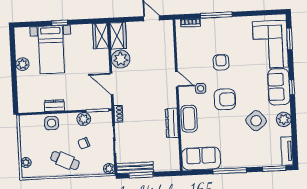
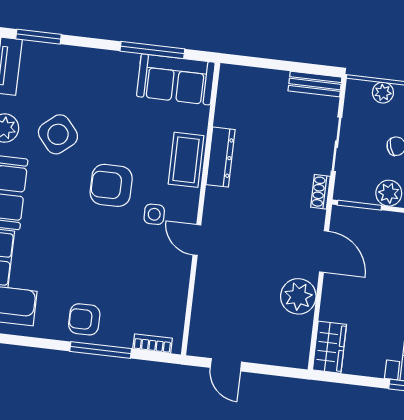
wardrobe: (118, 36) -> (296, 342), removed
armchair: (221, 62) -> (84, 319), moved, turned 90
bench: (135, 168) -> (315, 84), width x0.73
plant: (109, 169) -> (383, 93), moved
window: (230, 171) -> (152, 50), moved
window: (141, 175) -> (297, 67), removed

